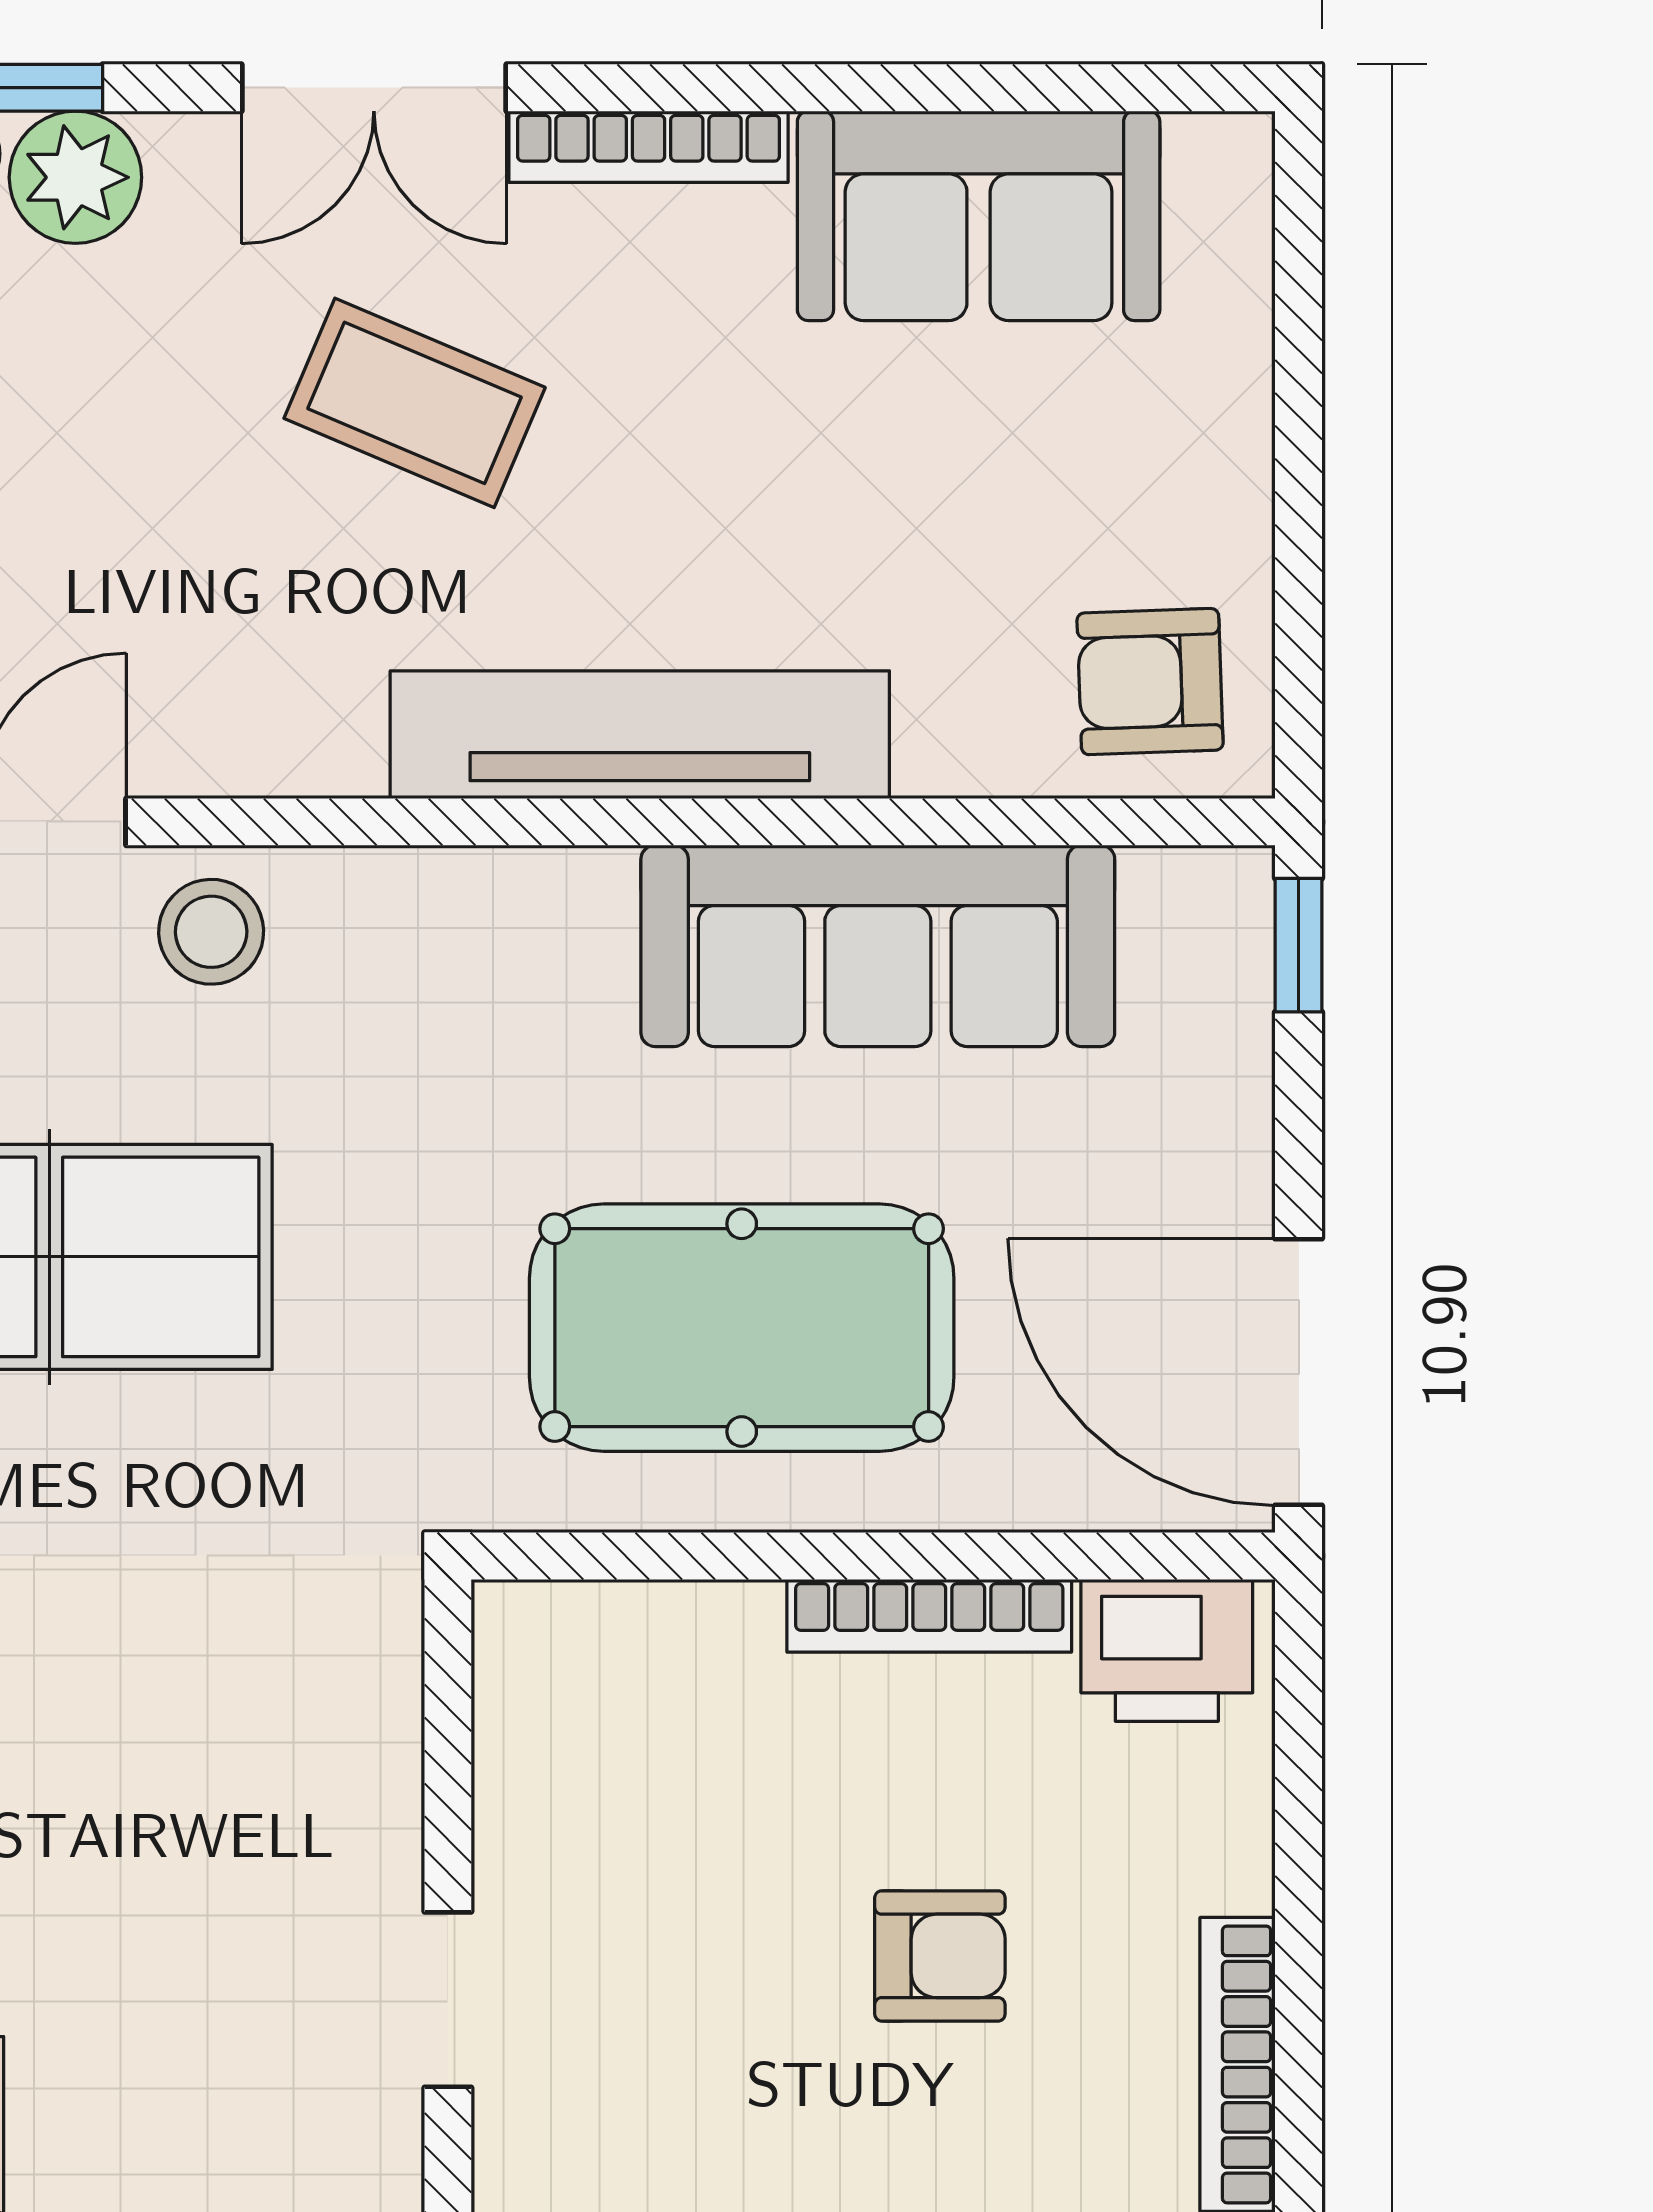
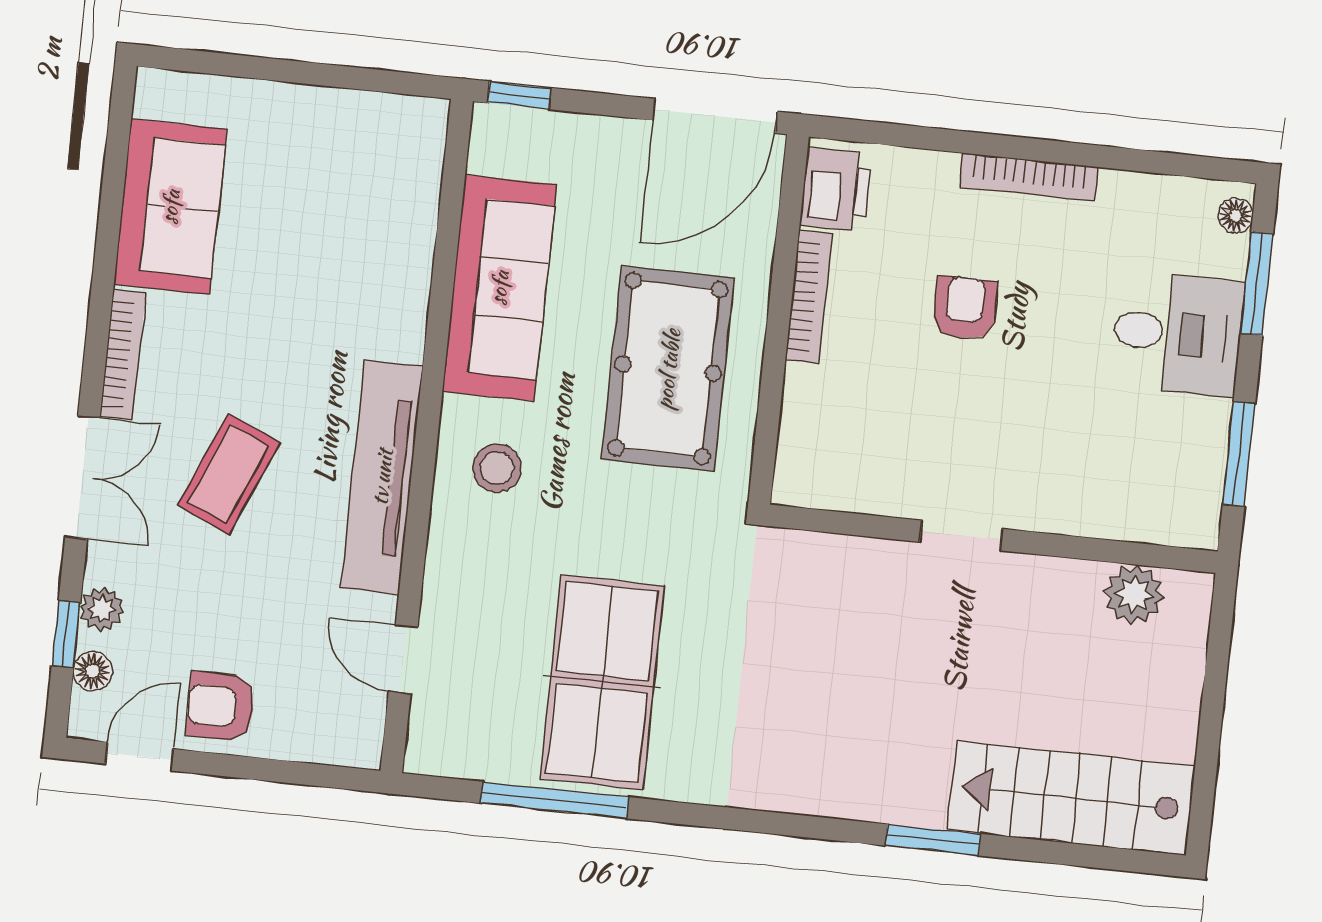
plant: (75, 177) -> (102, 609), width x0.73, depth x0.73
armchair: (1150, 682) -> (392, 151), removed
tv unit: (640, 735) -> (382, 477), moved
stool: (211, 932) -> (497, 468), moved

